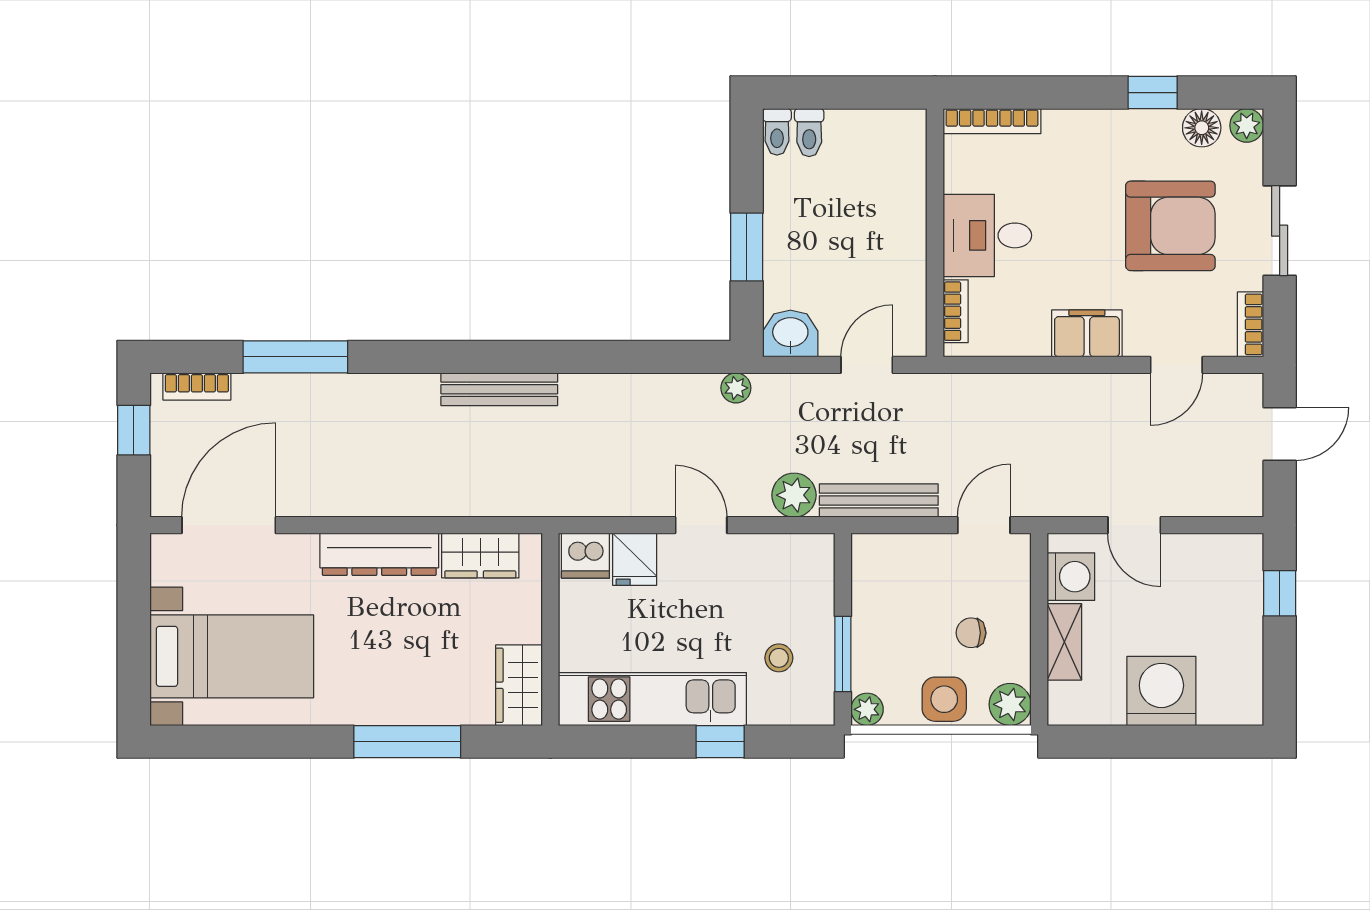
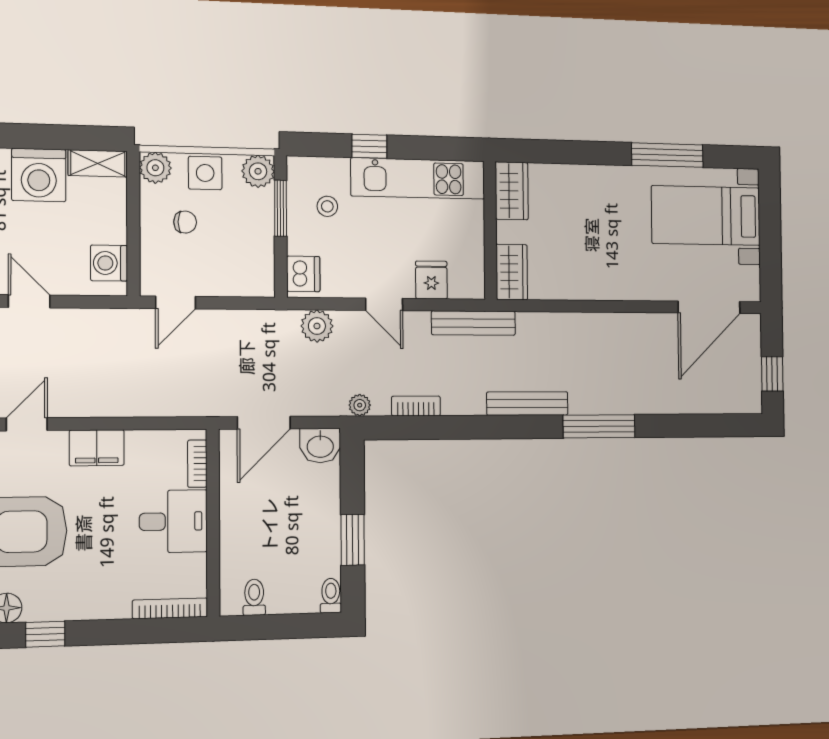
toilet: (809, 133) -> (254, 597), moved
window: (747, 247) -> (353, 540), moved
window: (295, 357) -> (599, 426), moved
door: (867, 365) -> (264, 423), width x1.38
bookcase: (197, 387) -> (416, 406), moved
bench: (879, 501) -> (473, 323), moved
door: (1134, 525) -> (29, 301), moved
dresser: (379, 554) -> (608, 286), removed
wardrobe: (480, 556) -> (512, 272), moved, turned 90
dishwasher: (585, 556) -> (303, 274), moved, turned 90
shelving: (1064, 642) -> (98, 163), moved, turned 90
plant: (867, 709) -> (258, 171), width x1.38, depth x1.38
window: (407, 742) -> (667, 155), moved

